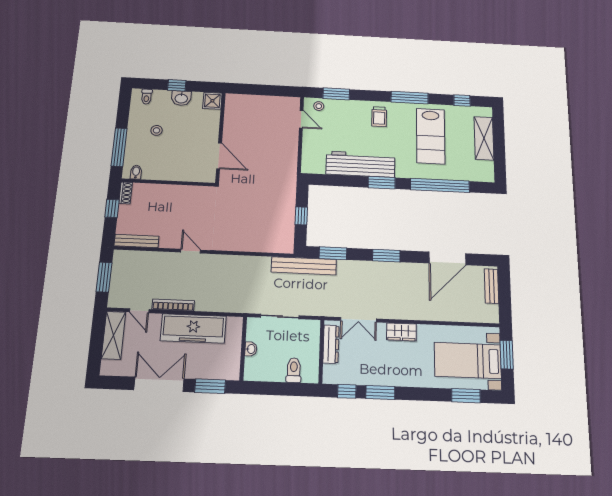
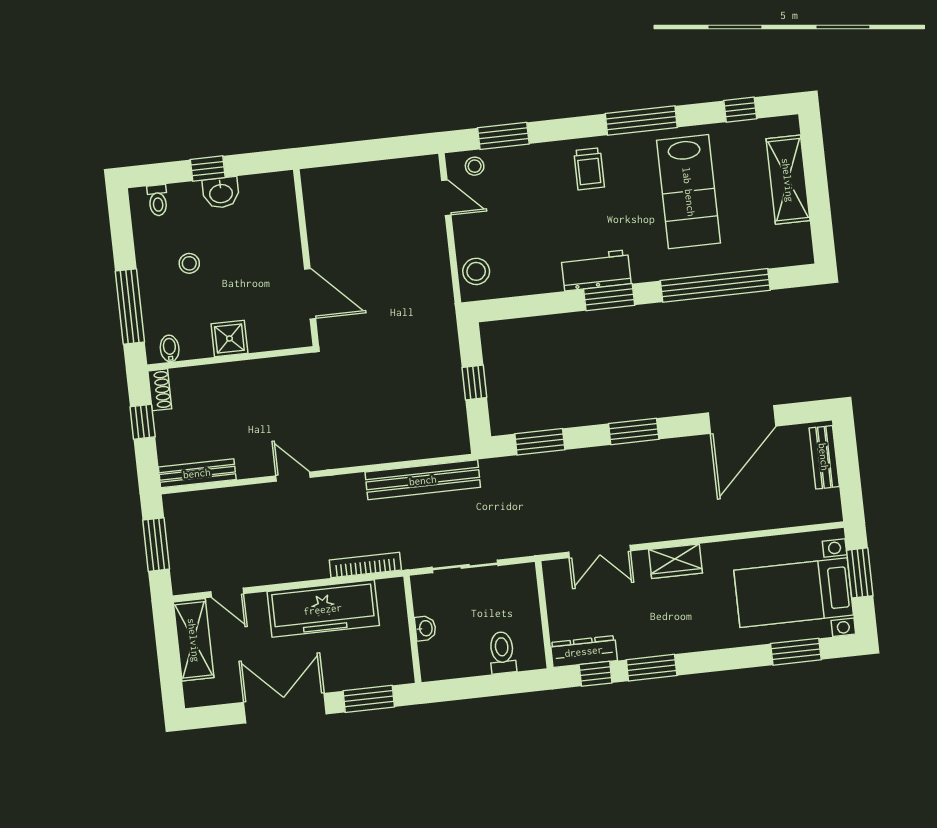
shower: (212, 101) -> (229, 339), moved
stool: (311, 158) -> (476, 271), added
workbench: (360, 164) -> (596, 270), width x0.53, depth x0.76
bench: (304, 266) -> (423, 480), moved
bookcase: (173, 305) -> (365, 565), moved
dresser: (331, 344) -> (584, 651), moved, turned -90

